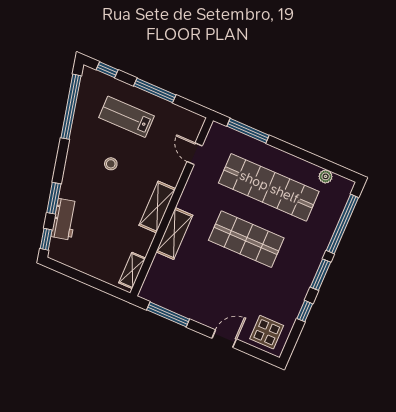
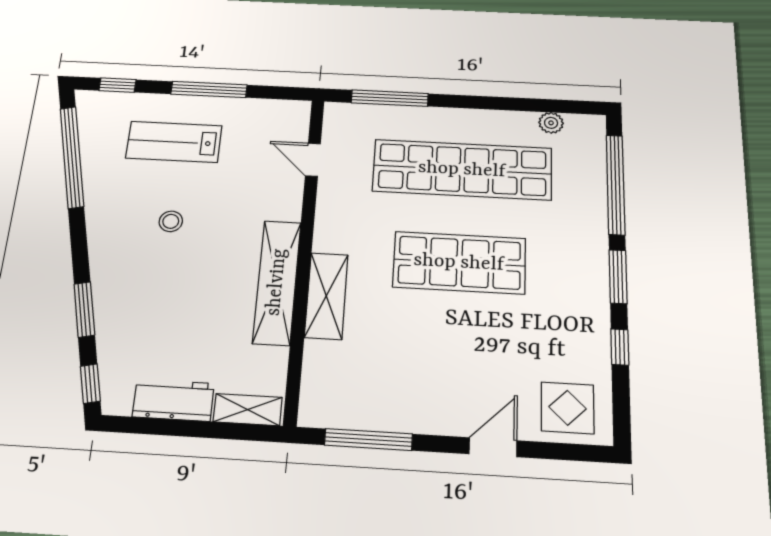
shelving: (157, 207) -> (277, 282), width x1.47
workbench: (65, 219) -> (173, 400), moved, turned -77
shelving: (132, 271) -> (248, 410), moved, turned 90

